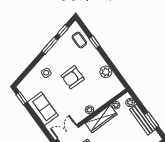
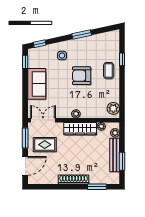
window: (63, 31) -> (40, 44), moved
coffee table: (79, 40) -> (109, 71), moved
plant: (106, 72) -> (113, 108), moved

